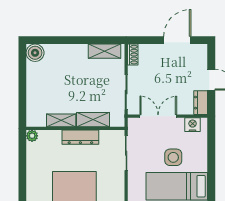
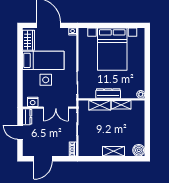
shelving: (105, 51) -> (113, 151), moved

